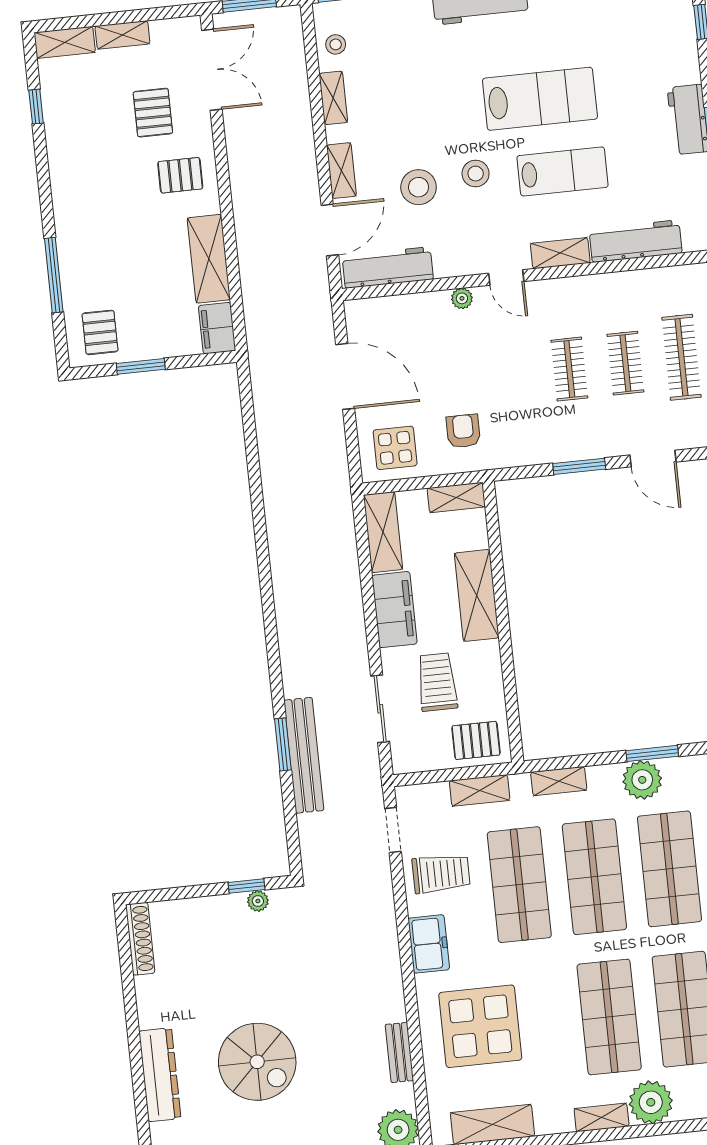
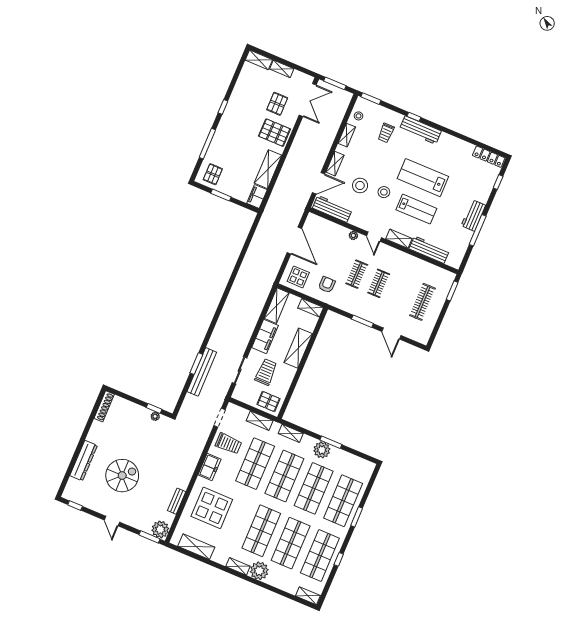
trolley: (412, 48) -> (386, 133), added
lab bench: (540, 99) -> (423, 178), turned 180
window: (36, 107) -> (223, 107), moved
pallet: (180, 175) -> (274, 133), width x1.50, depth x1.42
clothes rail: (625, 363) -> (357, 274), moved
spiral stairs: (257, 1062) -> (122, 476), turned -90

